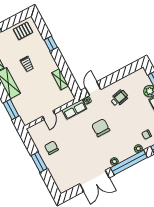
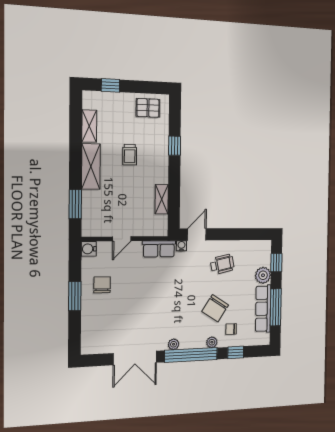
chair: (101, 128) -> (215, 308), moved, turned -147
water cooler: (32, 131) -> (89, 249), added

